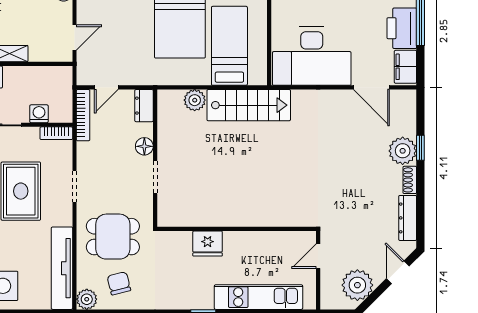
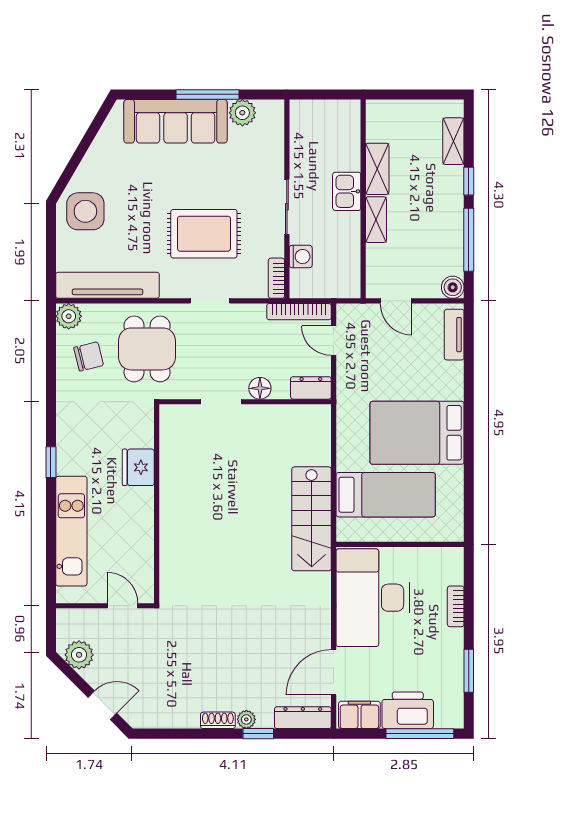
plant: (195, 100) -> (318, 451), removed
plant: (403, 151) -> (246, 719), width x0.53, depth x0.53
dresser: (408, 218) -> (303, 718), moved
plant: (357, 285) -> (79, 655), width x0.73, depth x0.73

